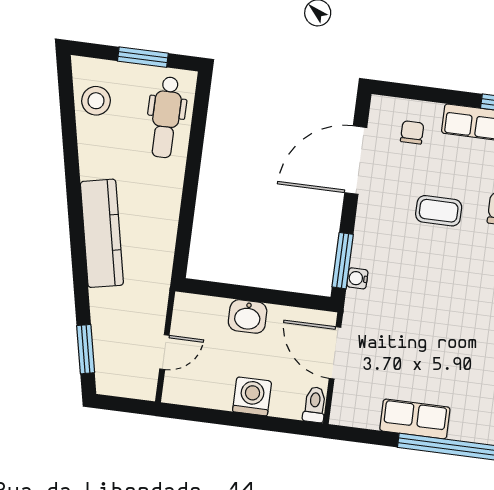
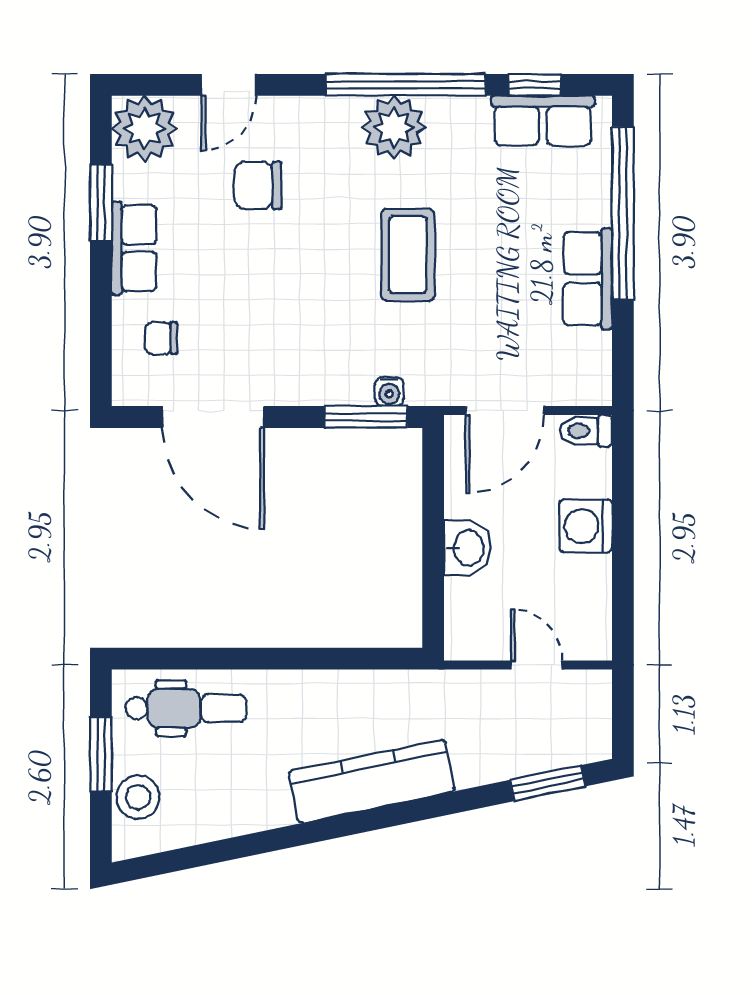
stool: (96, 101) -> (138, 797), moved
coffee table: (439, 211) -> (408, 255), moved, width x1.36, depth x1.30

